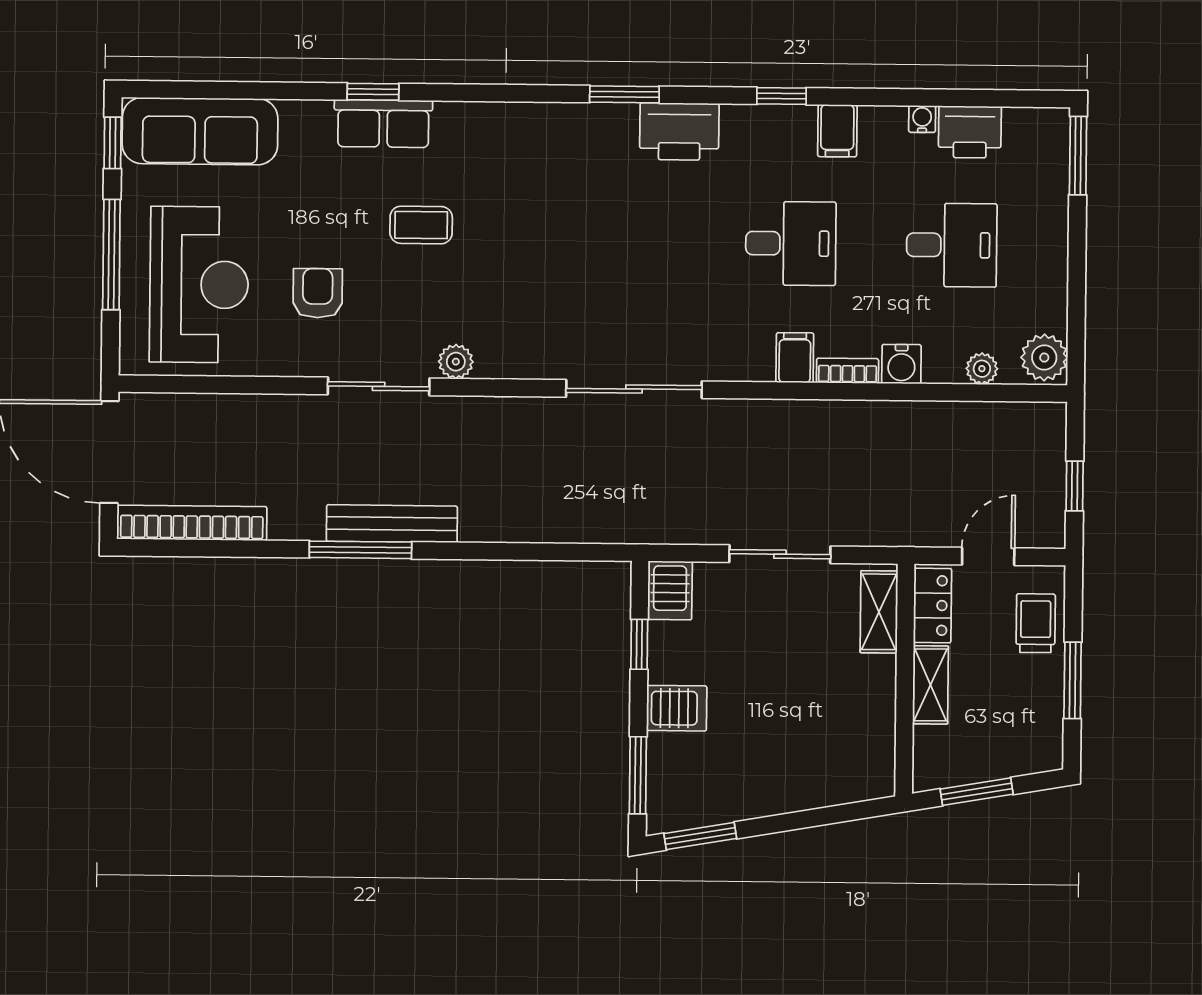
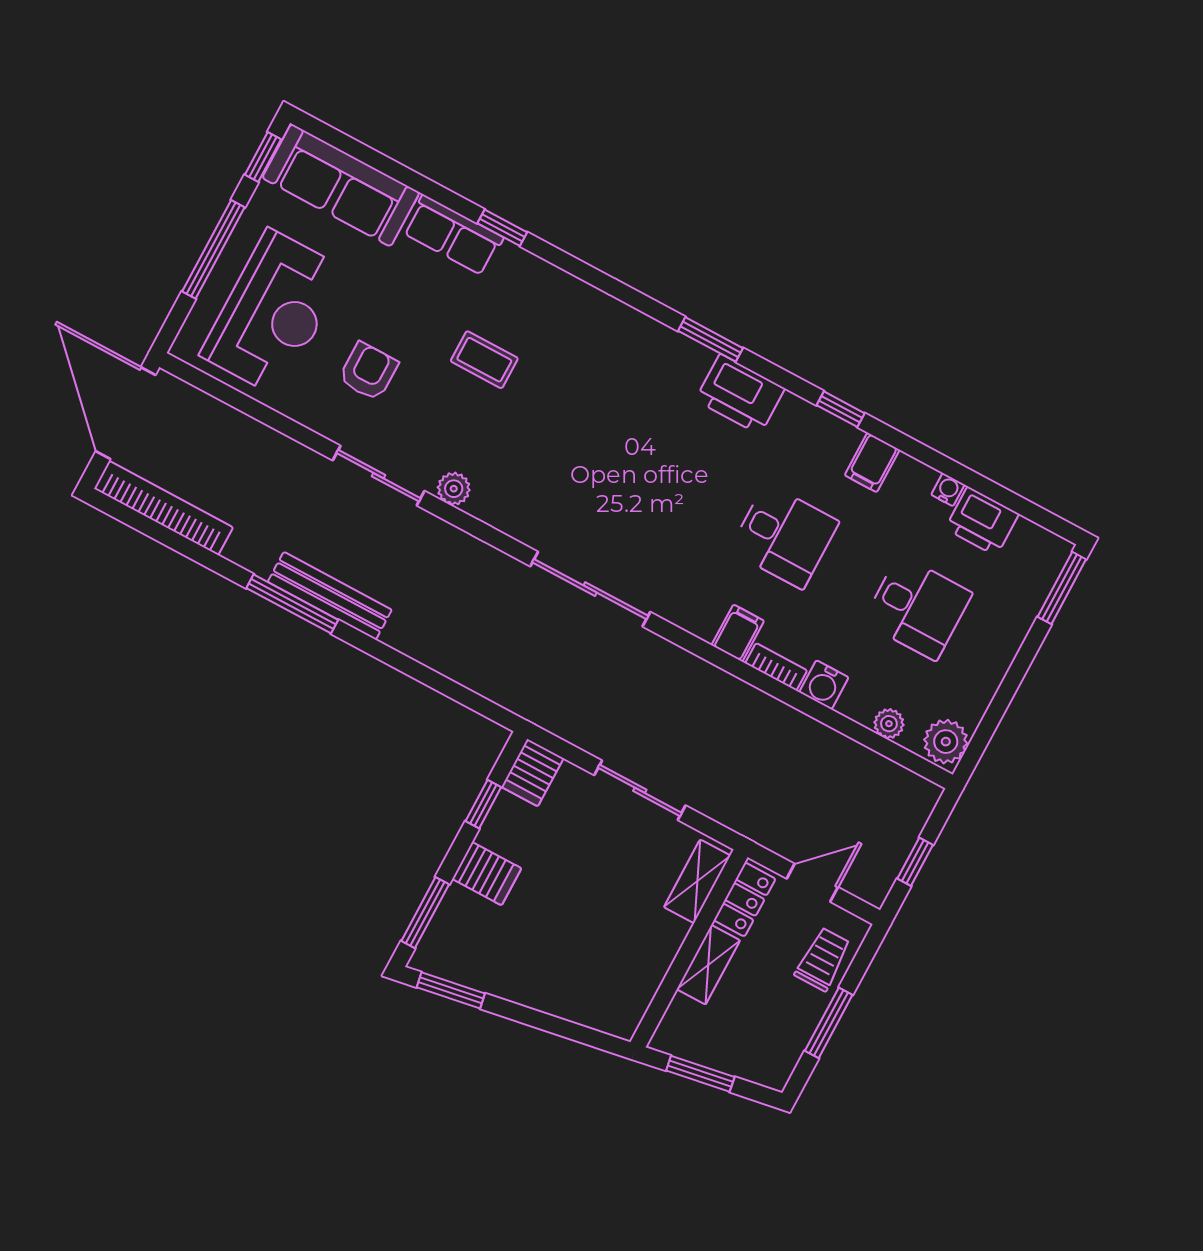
row of seats: (383, 124) -> (453, 235), moved

